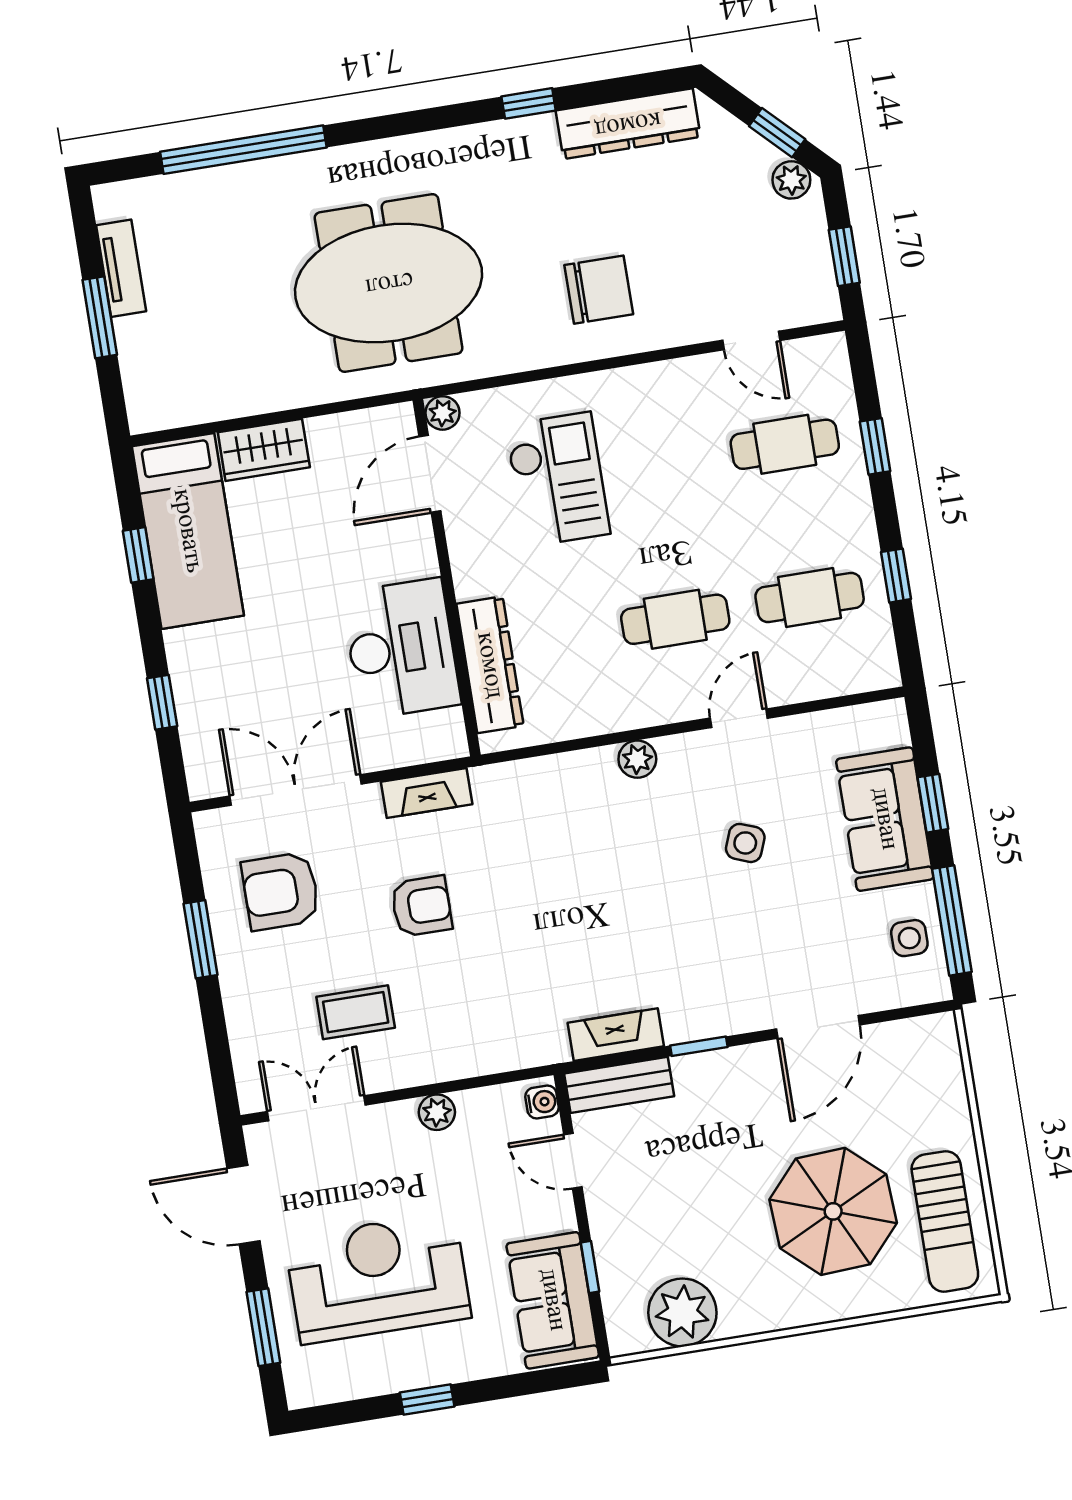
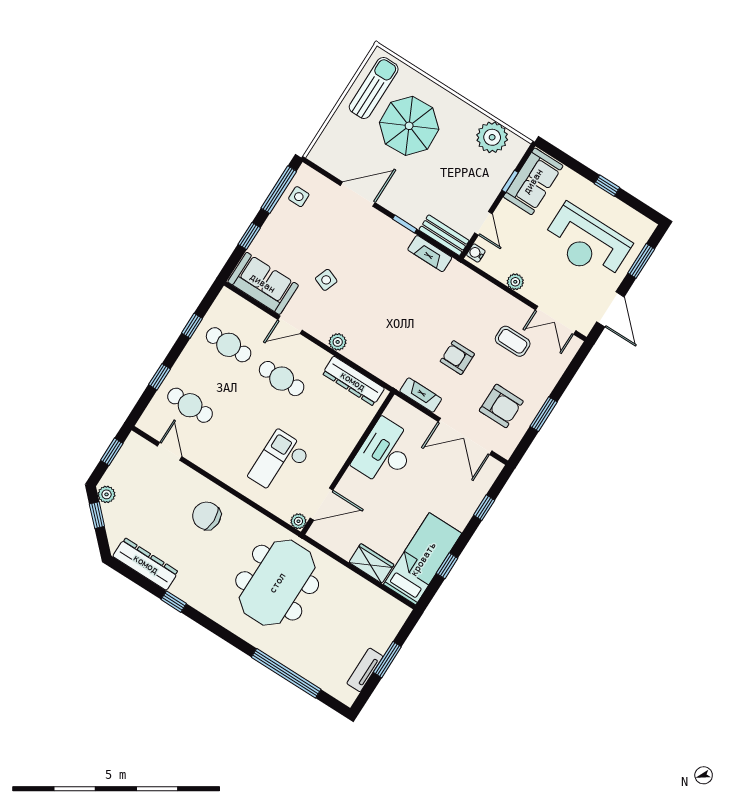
meeting table: (389, 283) -> (277, 583), turned 90
dresser: (490, 665) -> (353, 381), moved, turned -90
sofa: (885, 819) -> (263, 283), moved, turned -90

